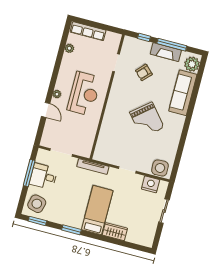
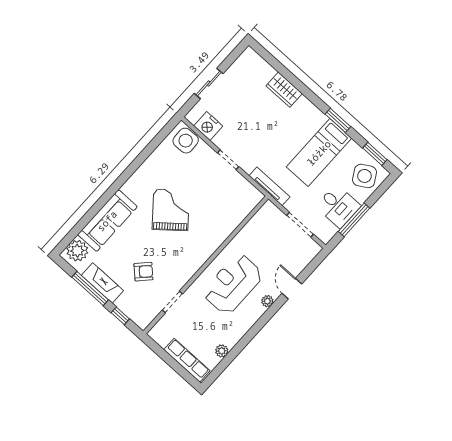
side table: (37, 204) -> (365, 176), turned 45
bed: (97, 210) -> (319, 153), moved

